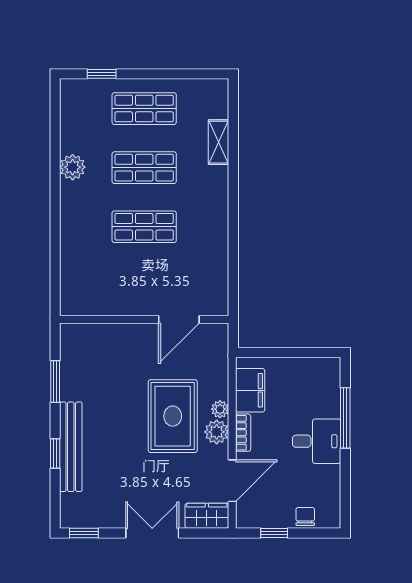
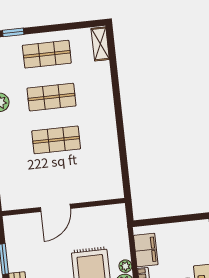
shelving: (219, 142) -> (100, 44), moved
door: (179, 319) -> (55, 208), moved

